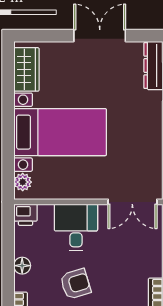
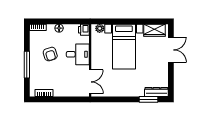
double door: (100, 36) -> (171, 50), moved
double door: (132, 202) -> (90, 82), swing flipped

